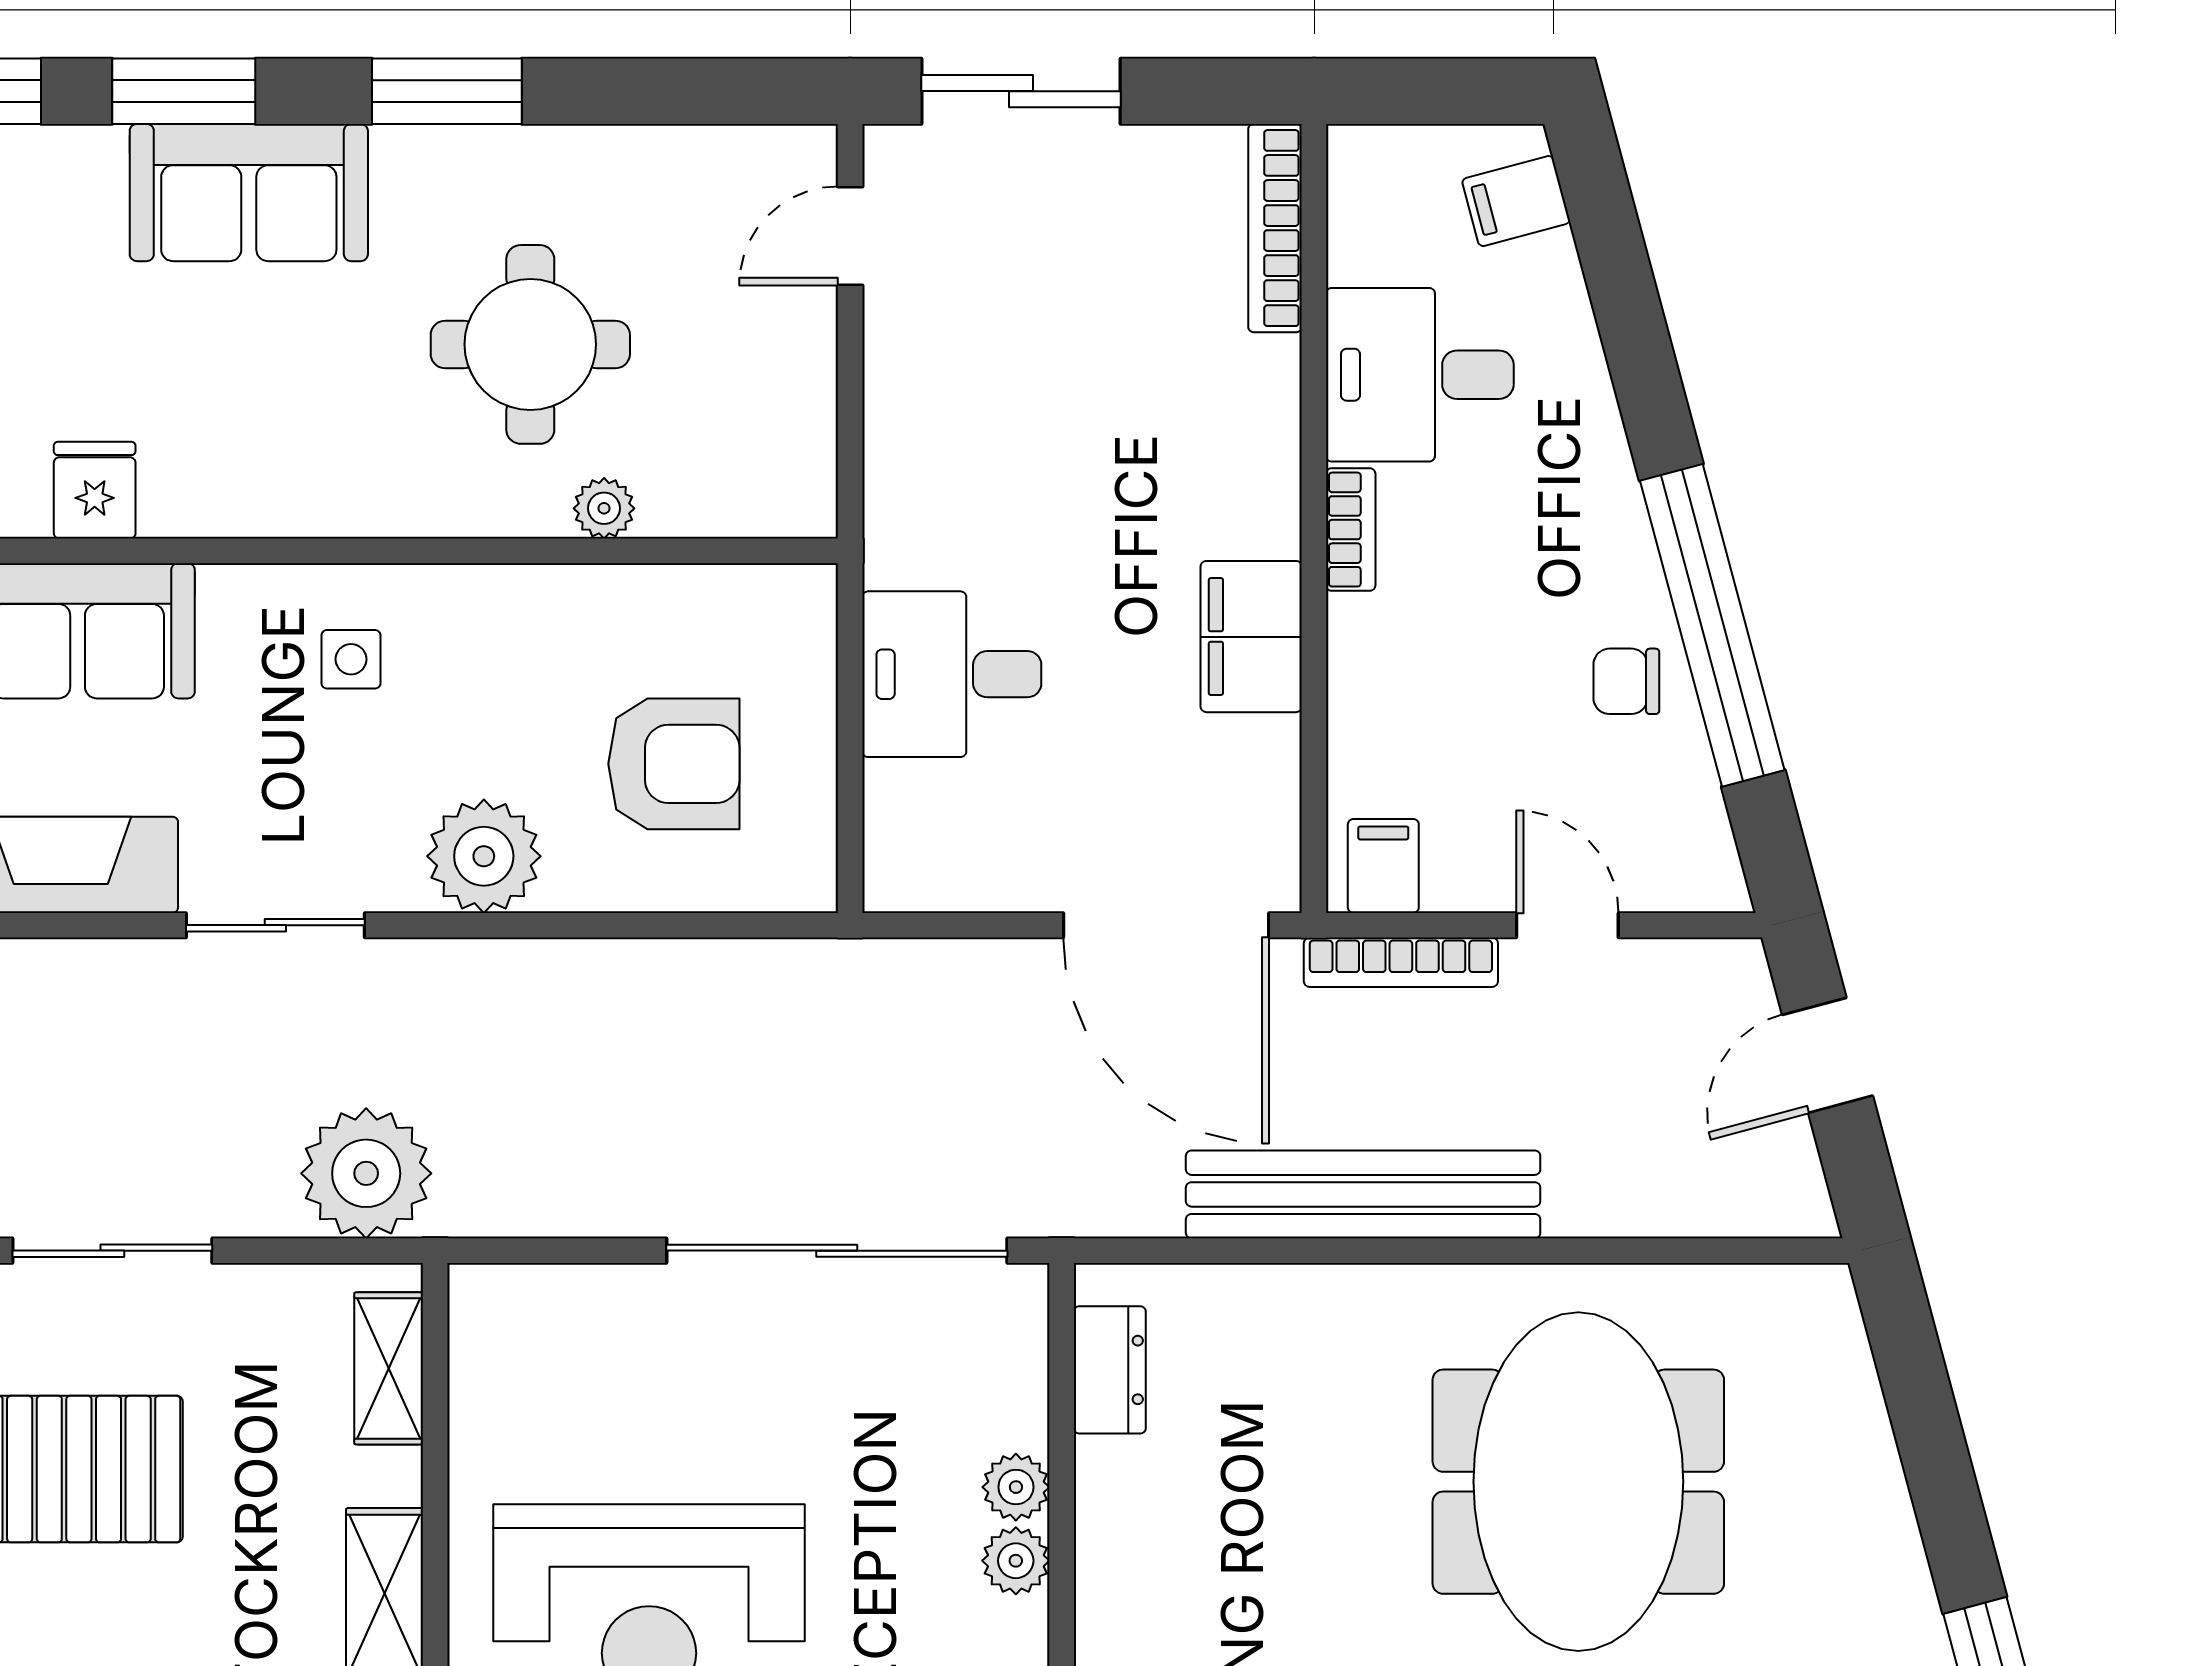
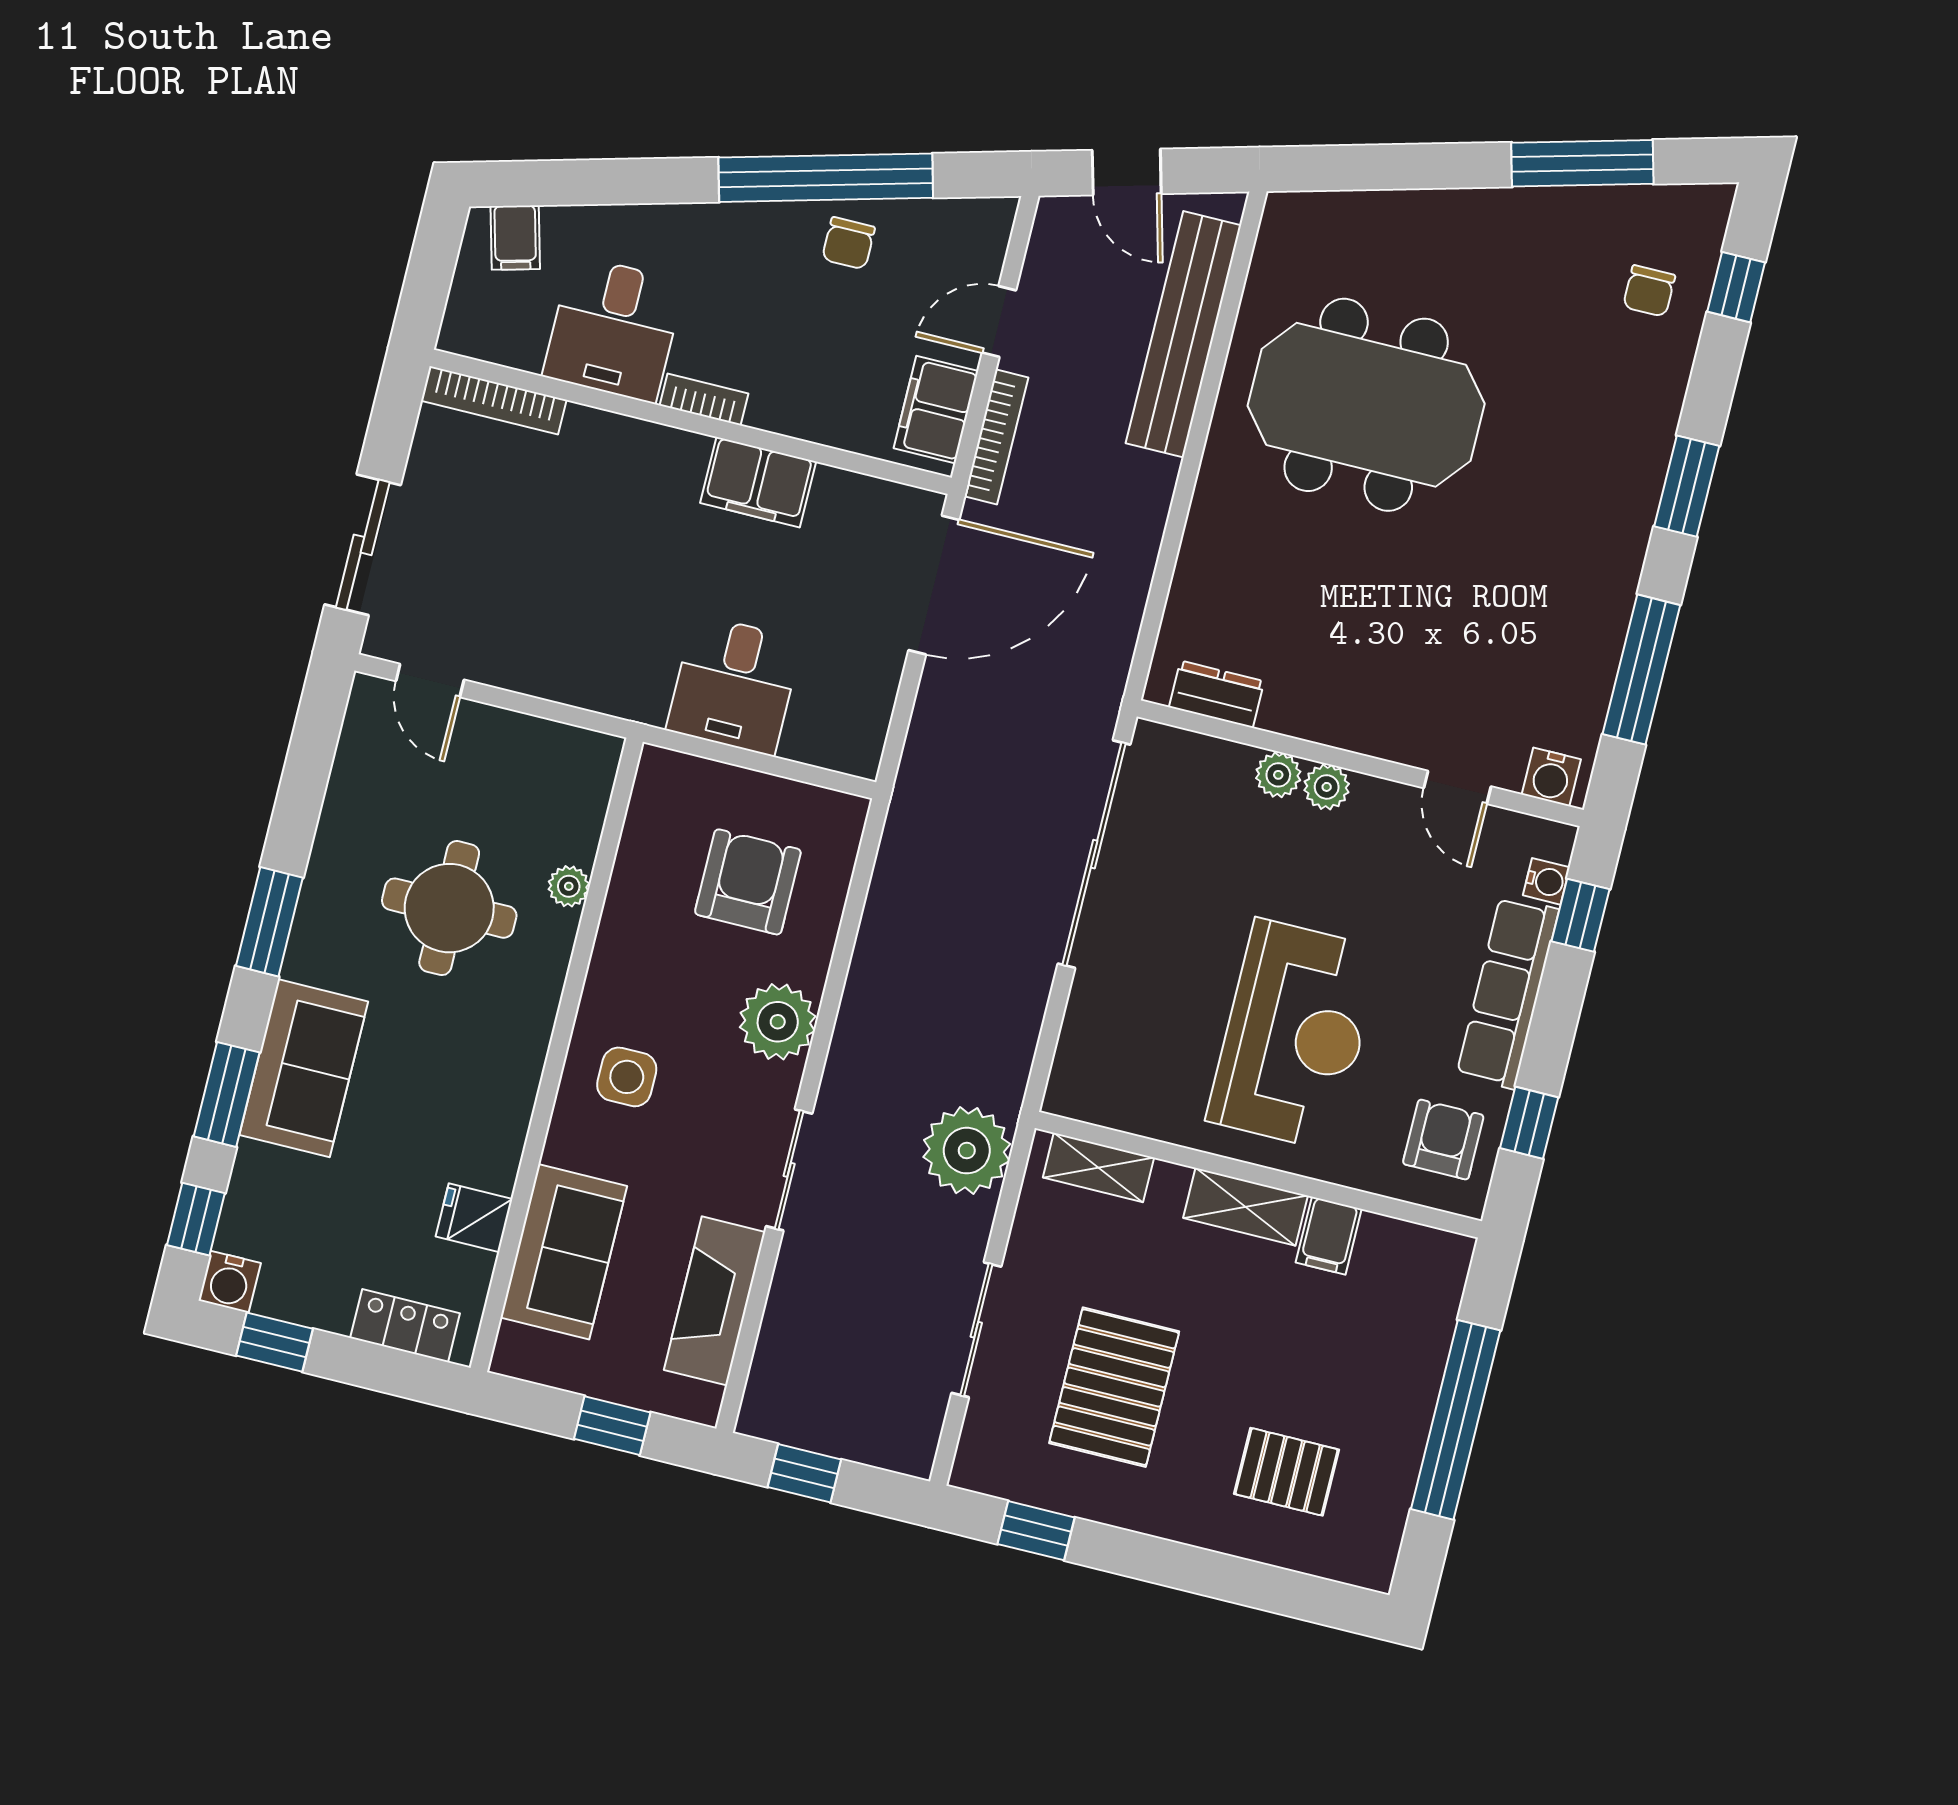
side table: (351, 659) -> (627, 1077), width x1.37, depth x1.37
filing cabinet: (1383, 866) -> (936, 410), width x2.00
bench: (1363, 1194) -> (1183, 334), moved

